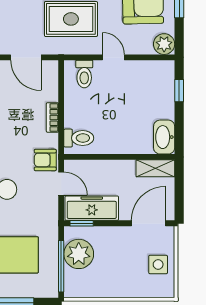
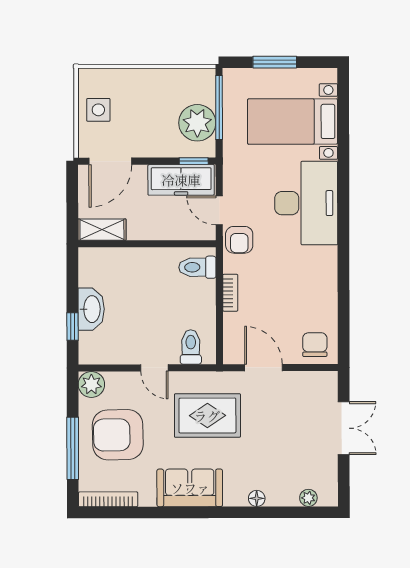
washbasin: (164, 137) -> (91, 309), moved
armchair: (45, 160) -> (239, 240), turned 90

